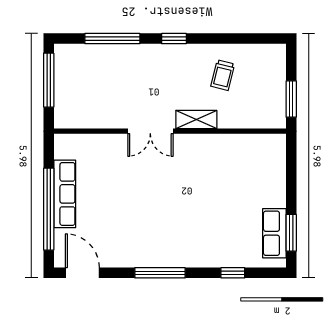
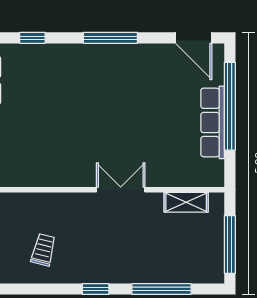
shelving: (196, 120) -> (186, 202), moved

